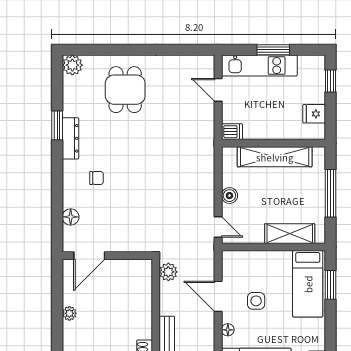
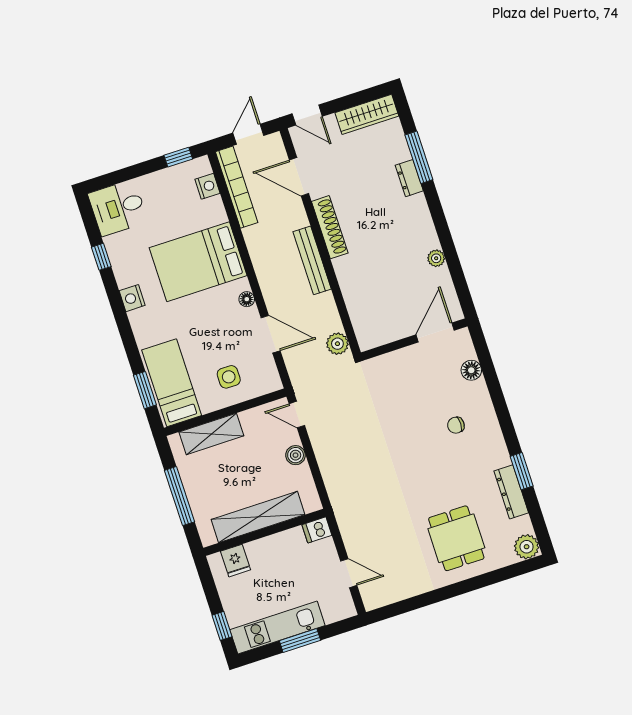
kitchen unit: (259, 66) -> (277, 628), moved
fridge: (314, 114) -> (236, 561), moved, turned 90
dresser: (70, 138) -> (511, 492), moved
side table: (256, 301) -> (229, 377), moved

